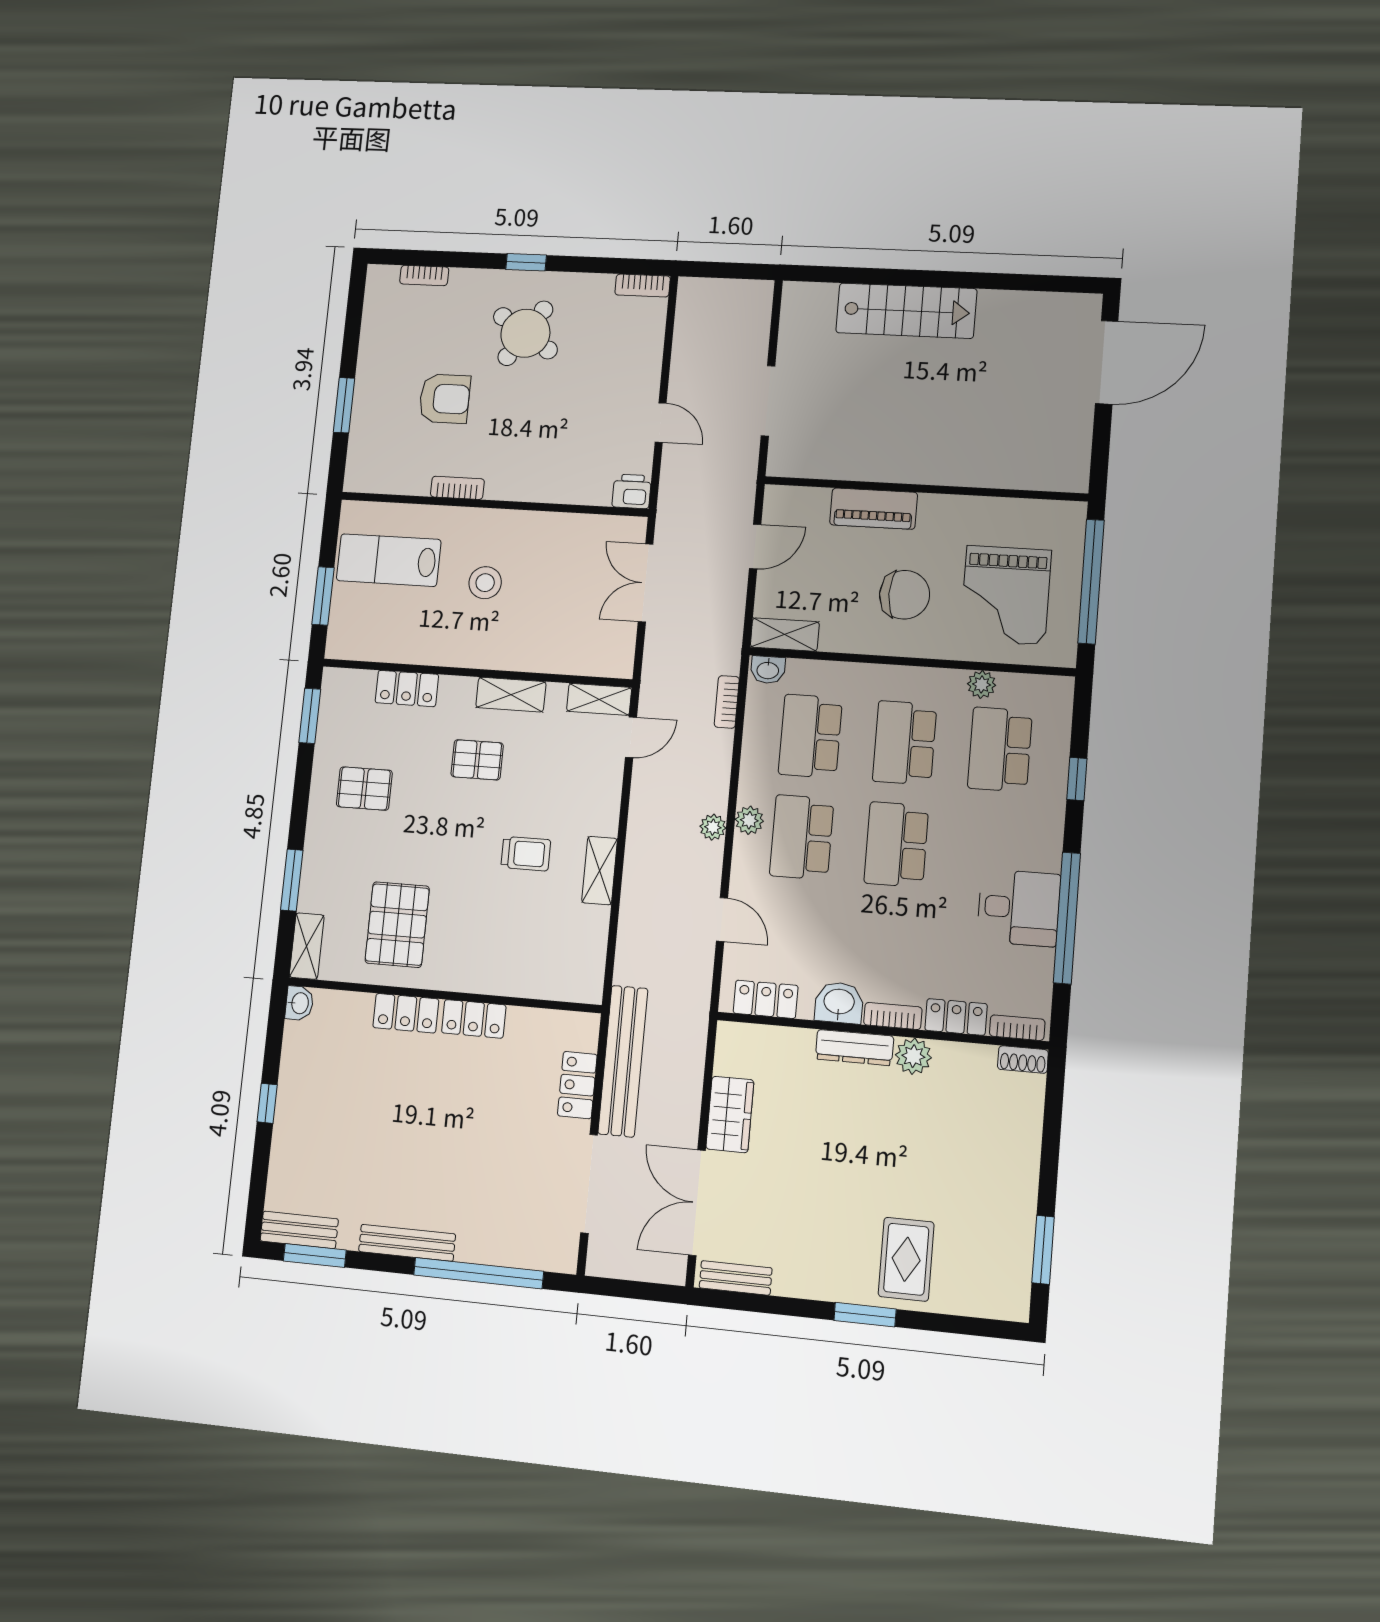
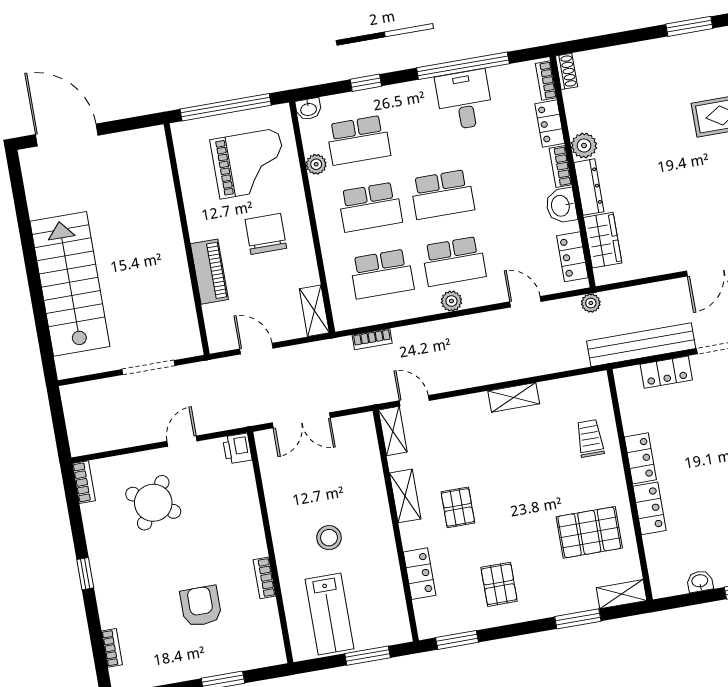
stairs: (906, 311) -> (70, 284), width x1.36, depth x1.51
round table: (525, 333) -> (153, 503), moved
washbasin: (768, 670) -> (308, 109), moved, turned 90
plant: (713, 827) -> (591, 303), moved
trolley: (526, 854) -> (590, 438), moved
door: (722, 920) -> (525, 302), hinge flipped
washbasin: (299, 1003) -> (700, 581), moved
wardrobe: (730, 1114) -> (603, 240), moved, turned 90

